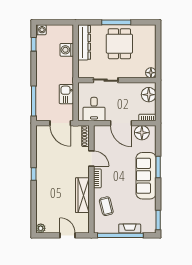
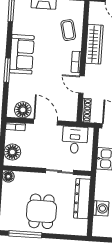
window: (116, 22) -> (25, 234), moved
dresser: (84, 42) -> (82, 199), moved
sofa: (146, 176) -> (22, 54), width x0.73

